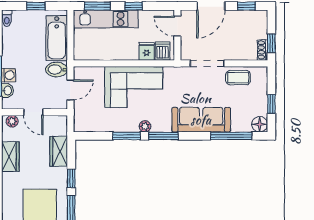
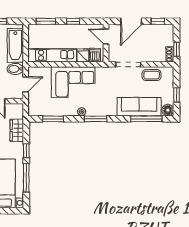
kitchen unit: (106, 19) -> (52, 55), moved, turned 180
sofa: (201, 120) -> (139, 107), moved
window: (127, 136) -> (53, 119), moved

